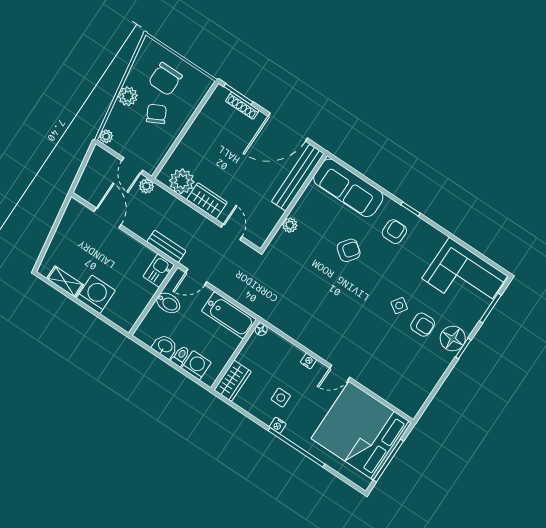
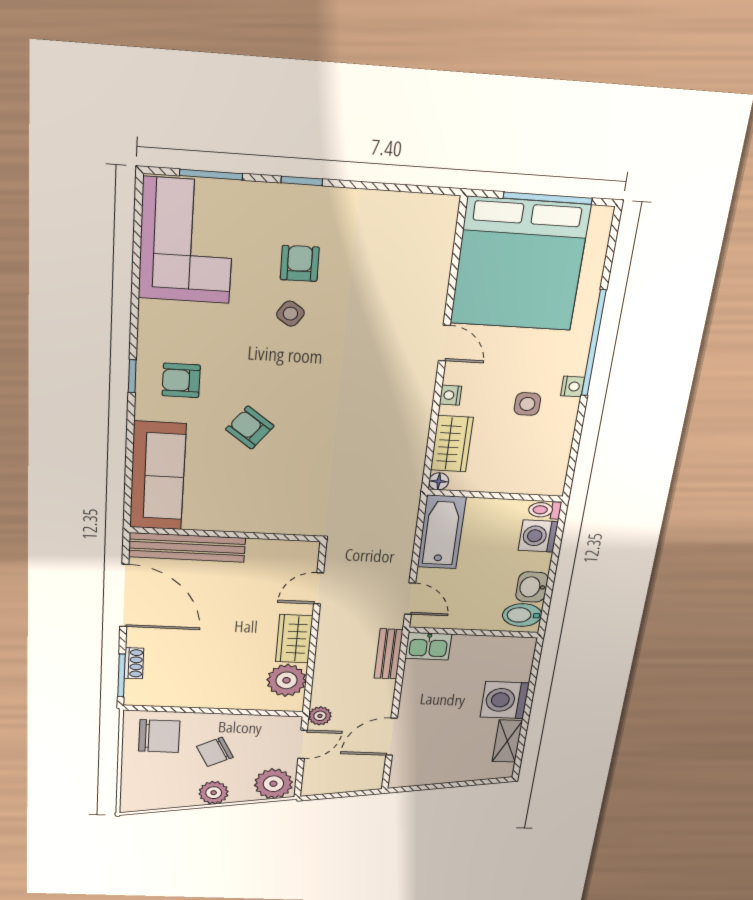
chair: (165, 79) -> (159, 736), moved
shoe rack: (242, 106) -> (134, 663), width x0.70
plant: (106, 136) -> (273, 784), width x1.88, depth x1.88
plant: (290, 225) -> (262, 523), removed
bidet: (168, 303) -> (522, 615), moved, turned -90
floor lamp: (453, 339) -> (295, 206), removed
toilet: (180, 356) -> (545, 510), moved
wardrobe: (233, 381) -> (452, 444), moved, turned 90

